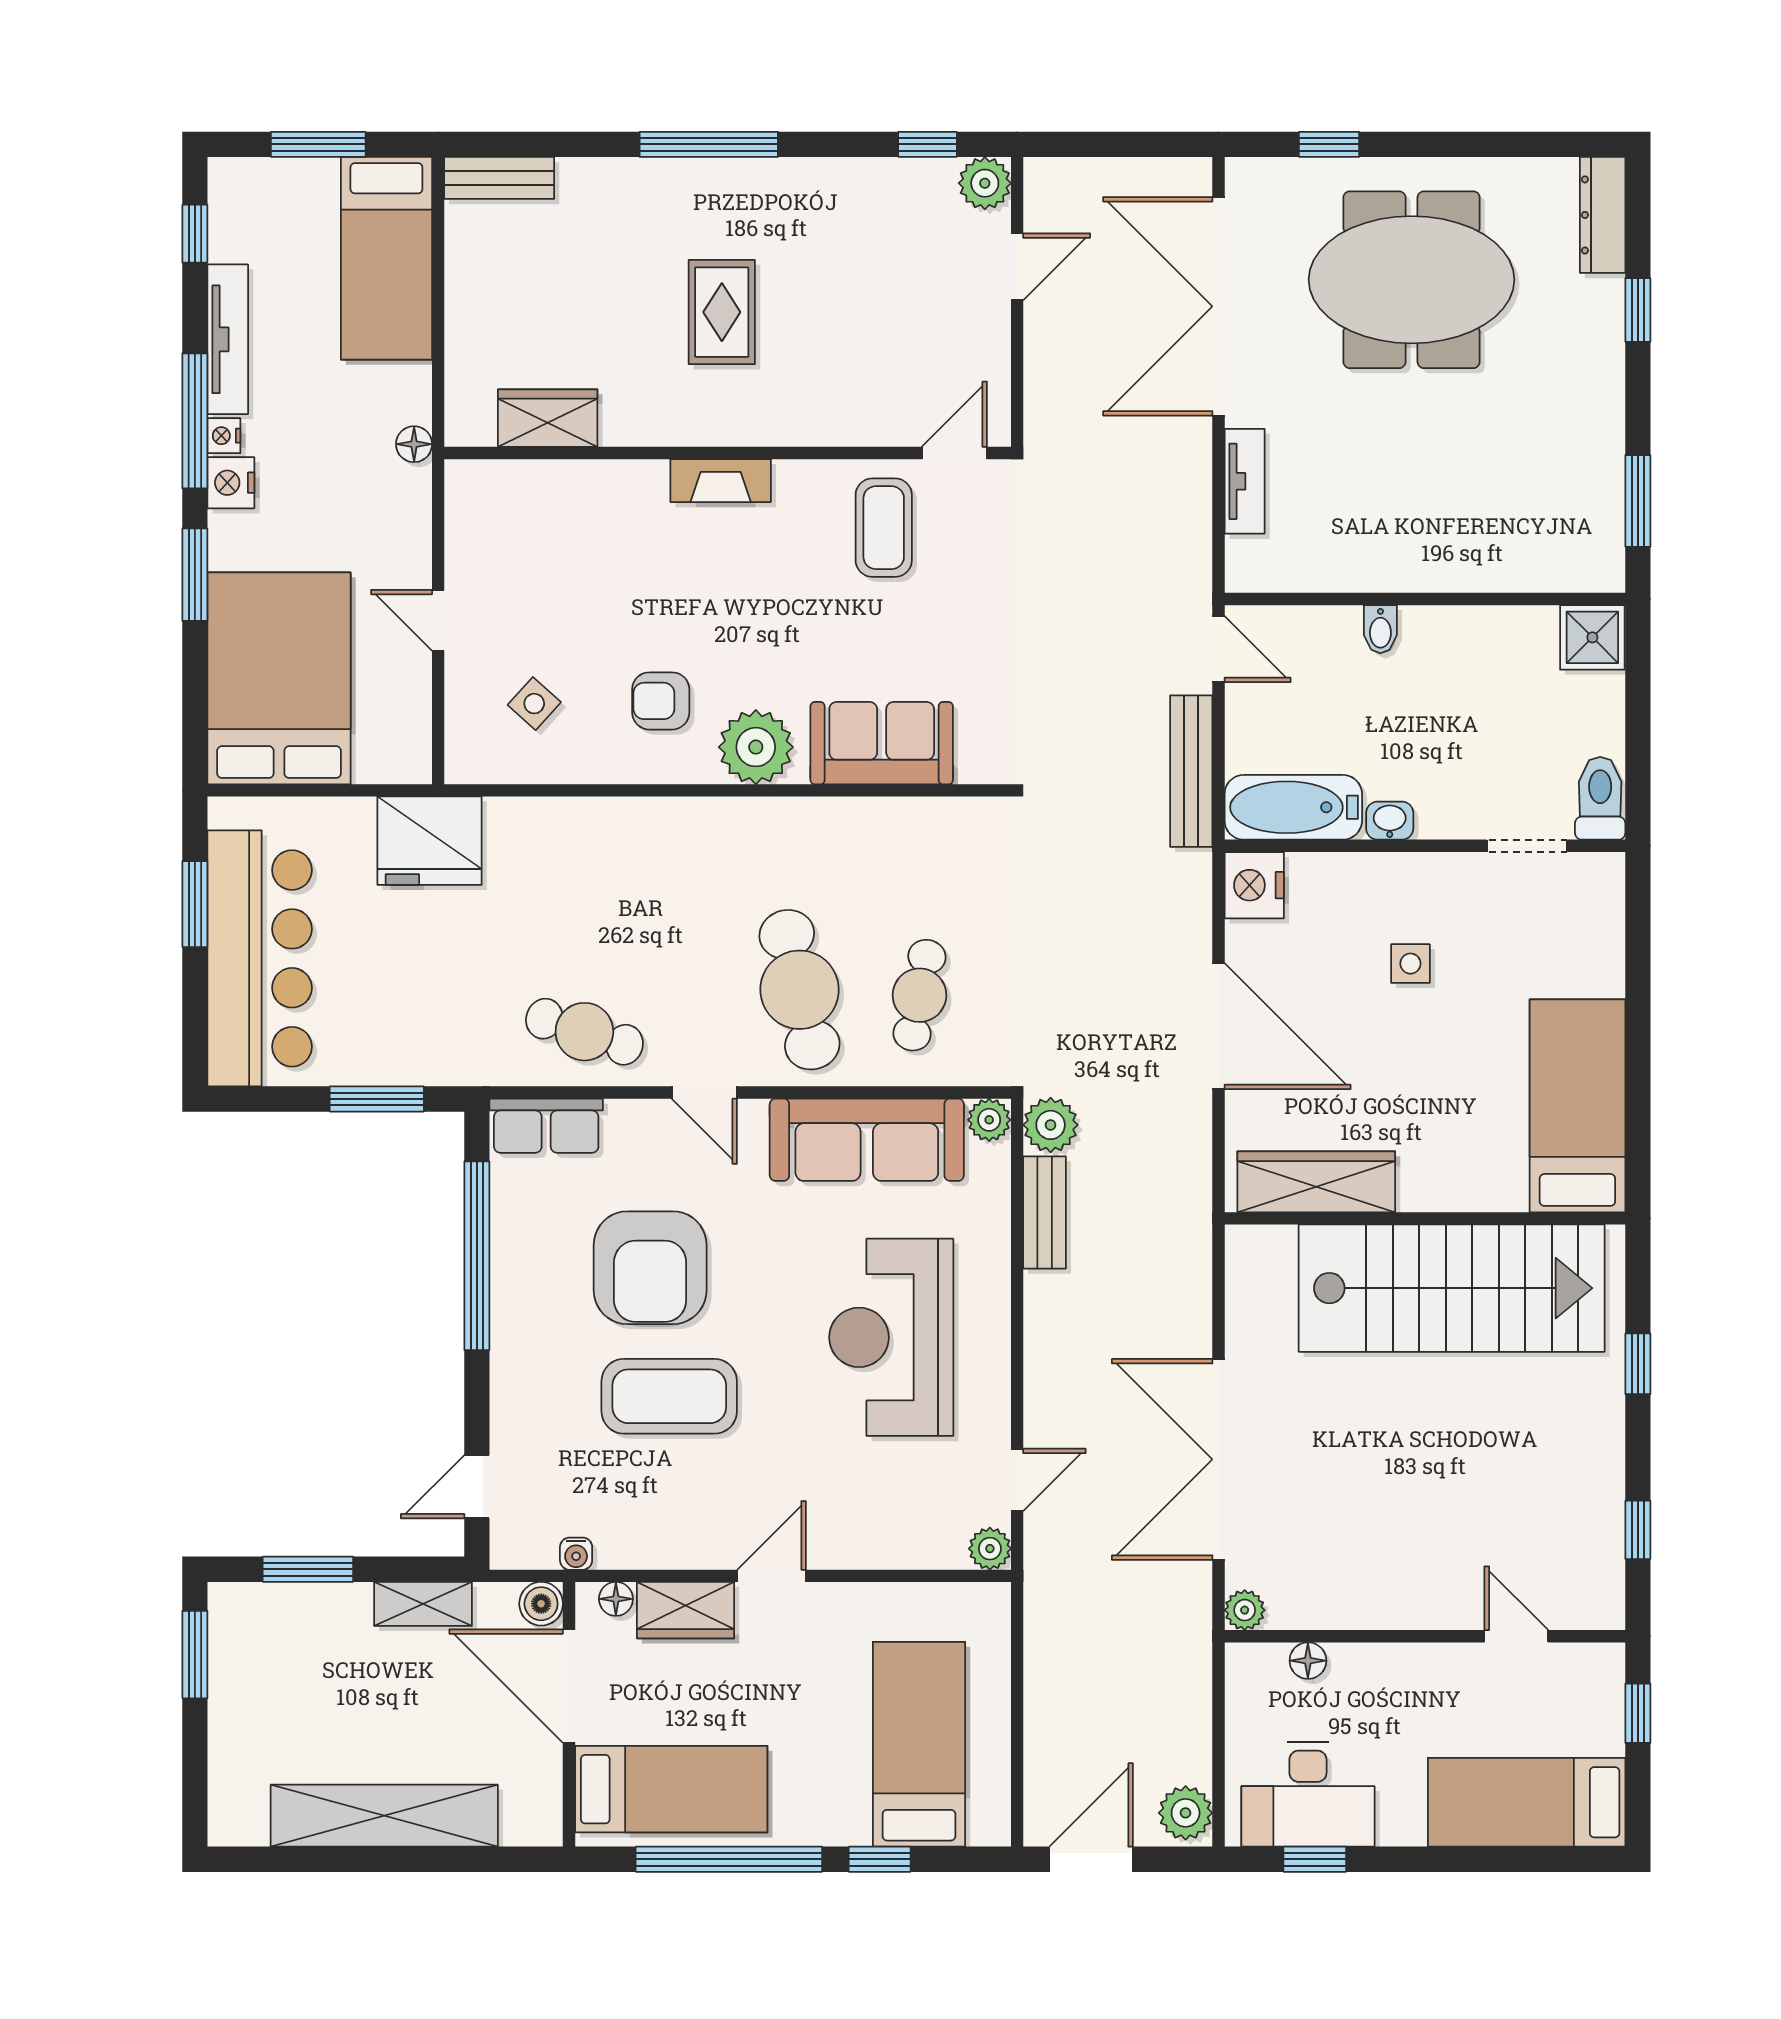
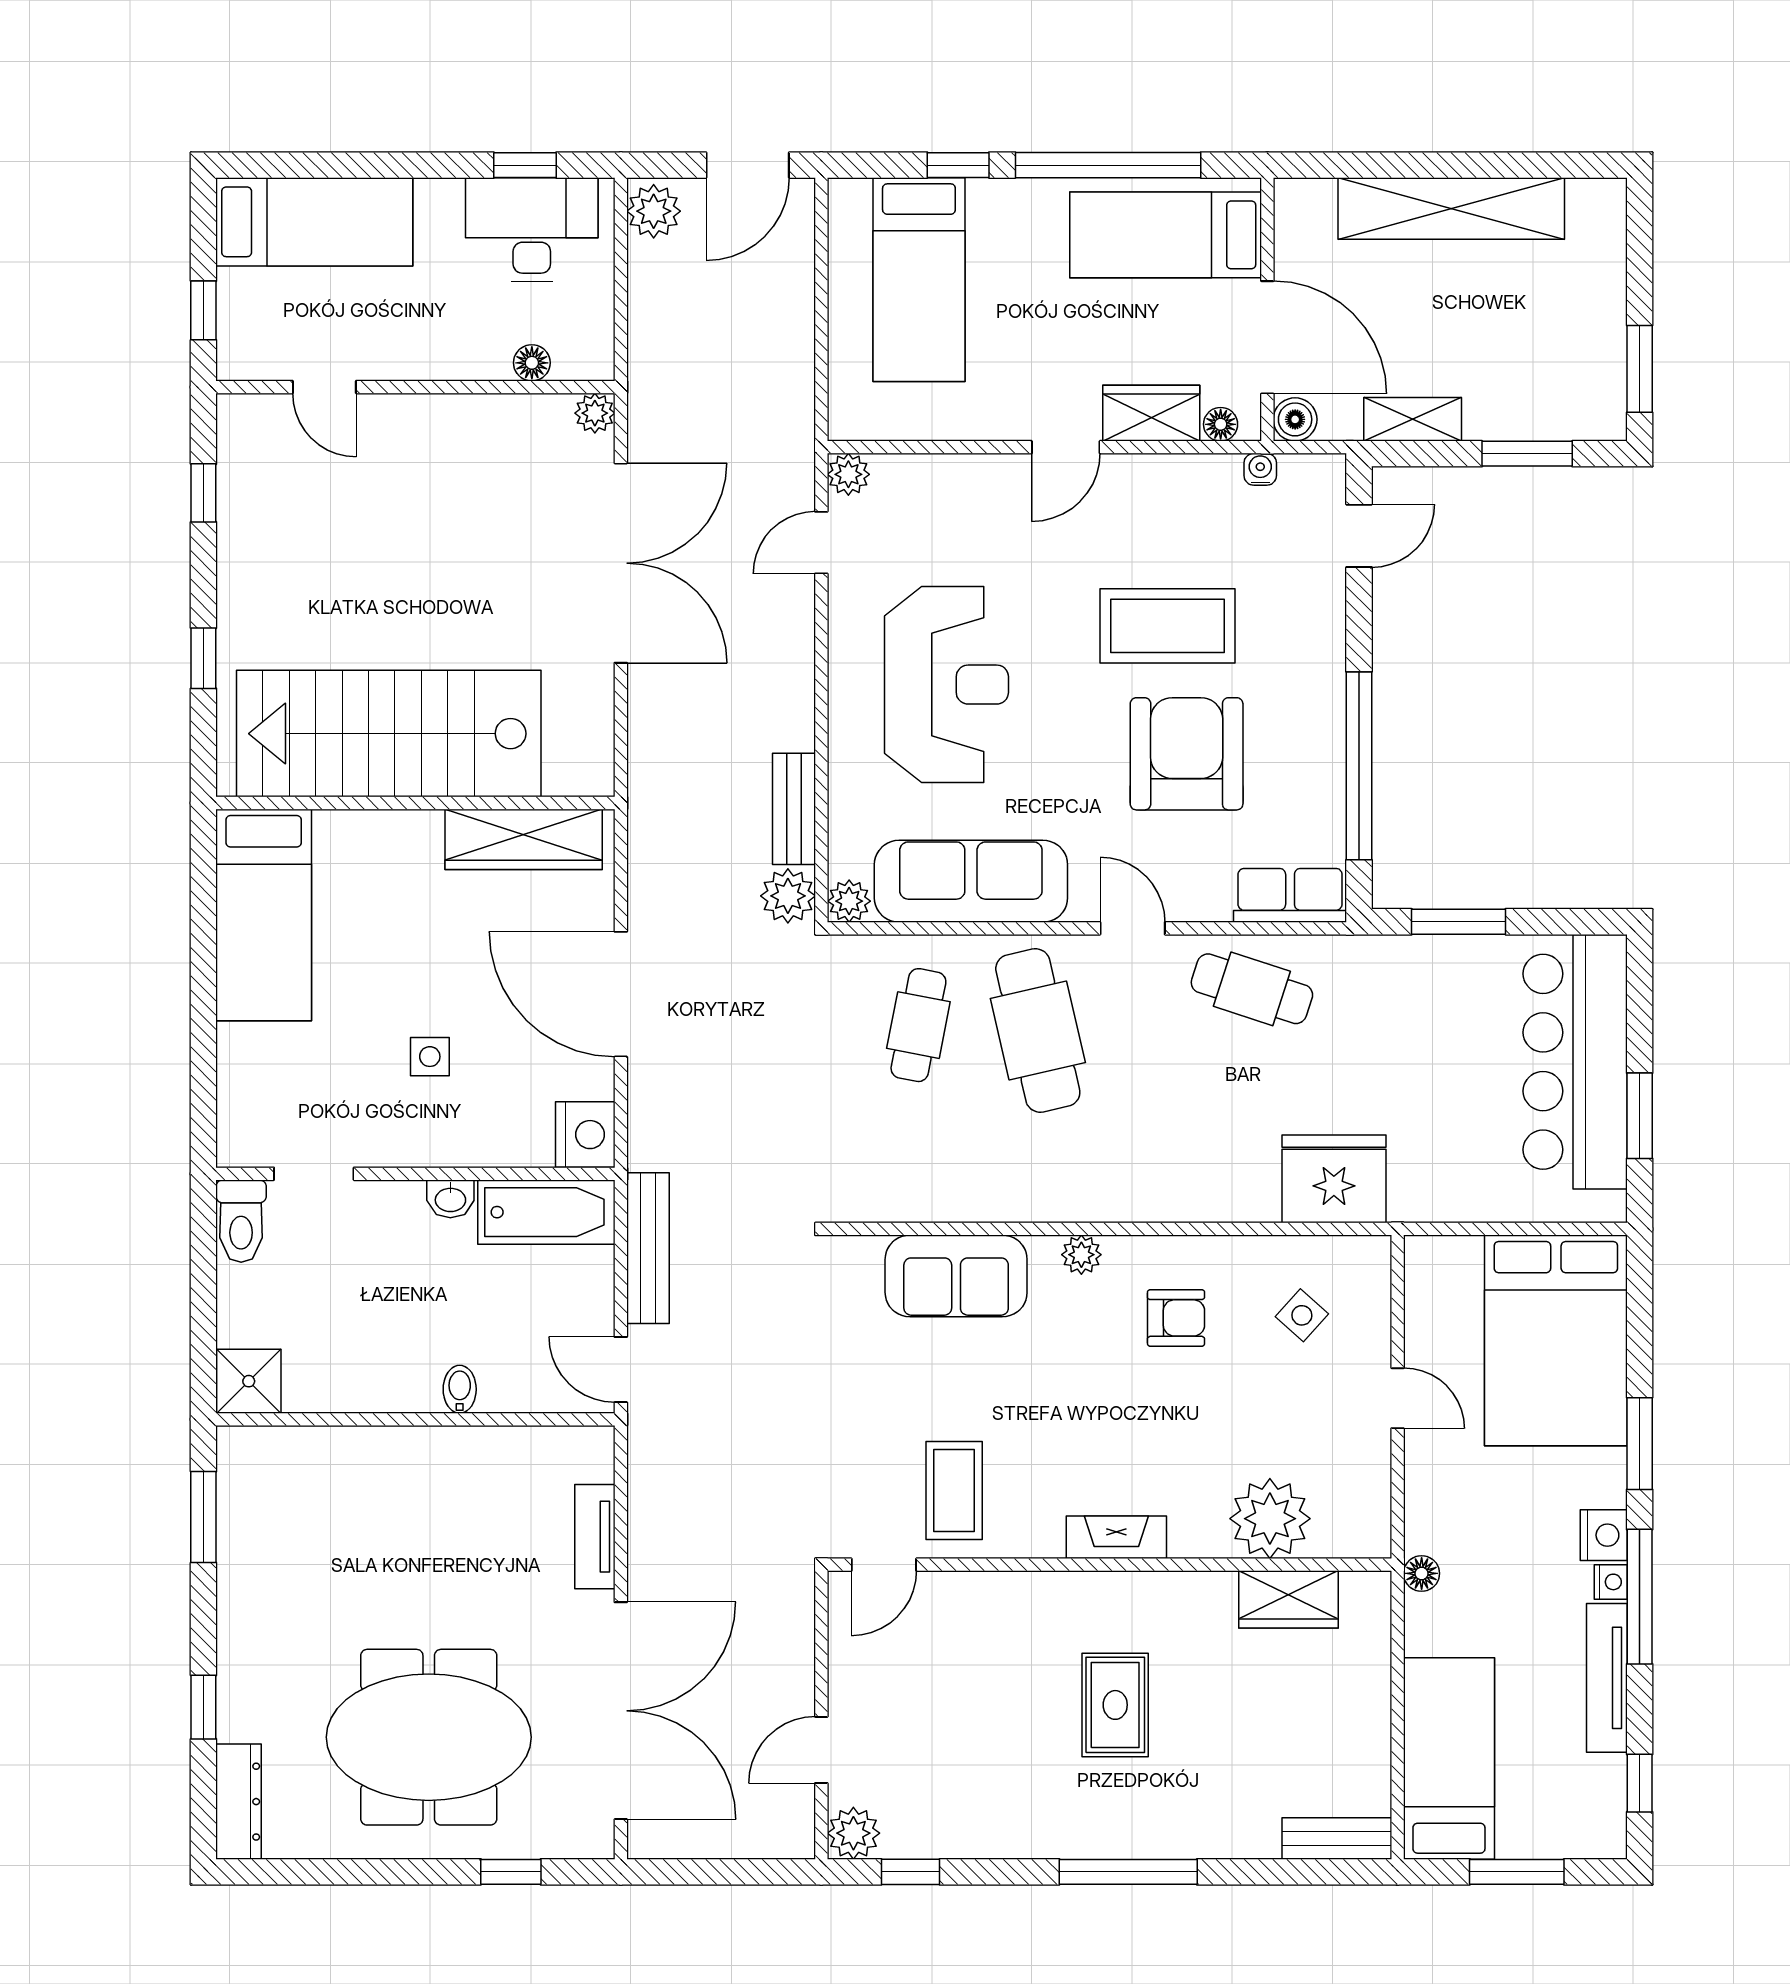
plant: (566, 499) -> (1270, 1519), added
plant: (756, 747) -> (1081, 1255), width x0.53, depth x0.53
fridge: (429, 841) -> (1334, 1179), moved

